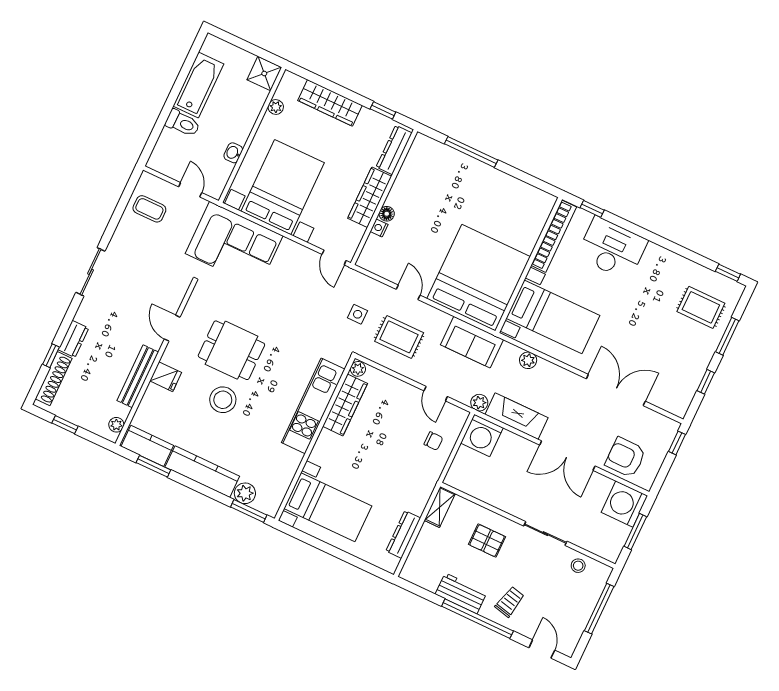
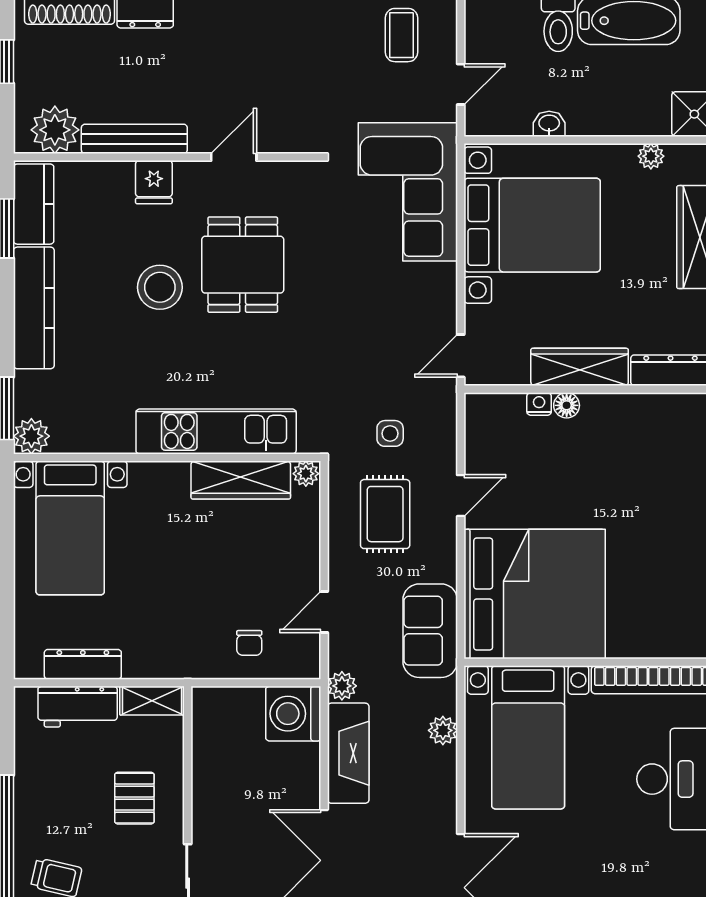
plant: (116, 425) -> (55, 130), width x1.88, depth x1.88
plant: (245, 493) -> (31, 436), moved
workbench: (461, 593) -> (78, 707), moved, turned 90

